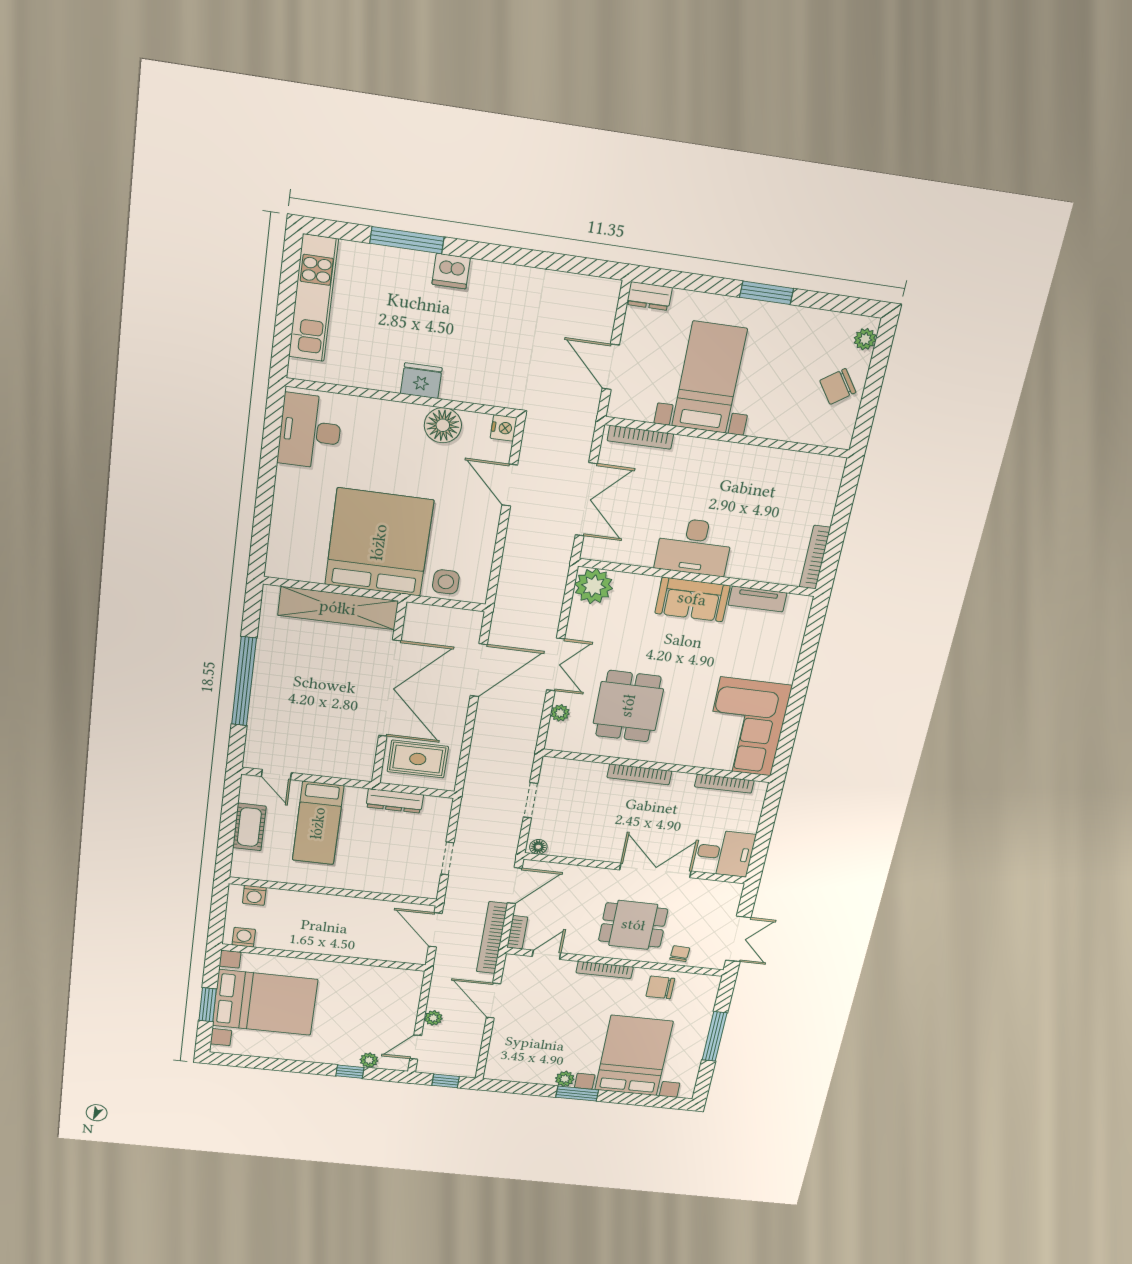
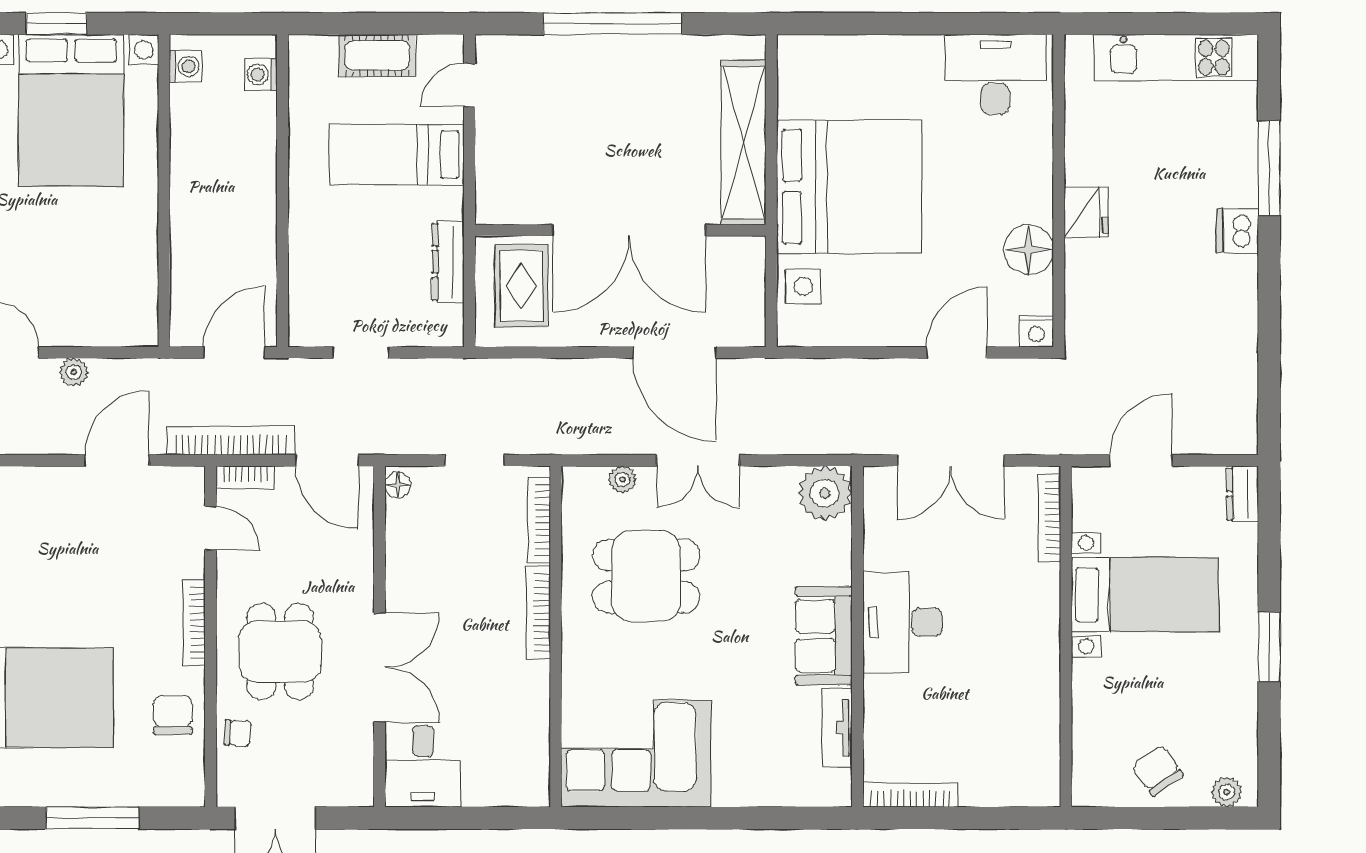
bookcase: (724, 784) -> (539, 520), moved

